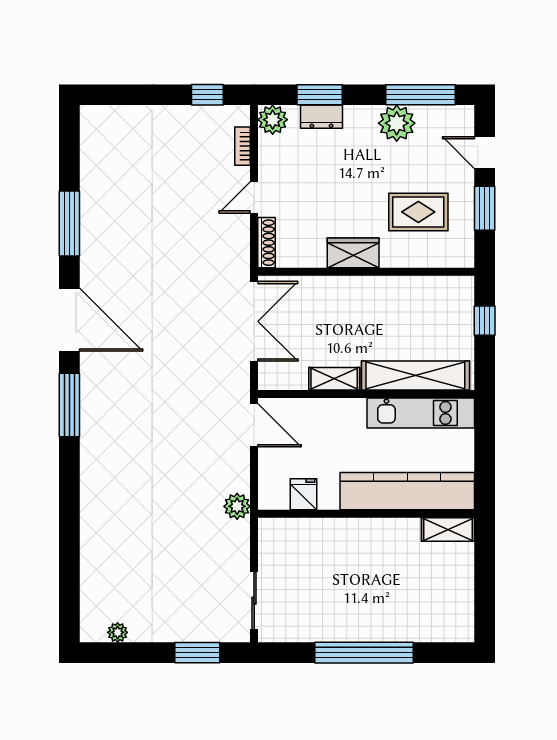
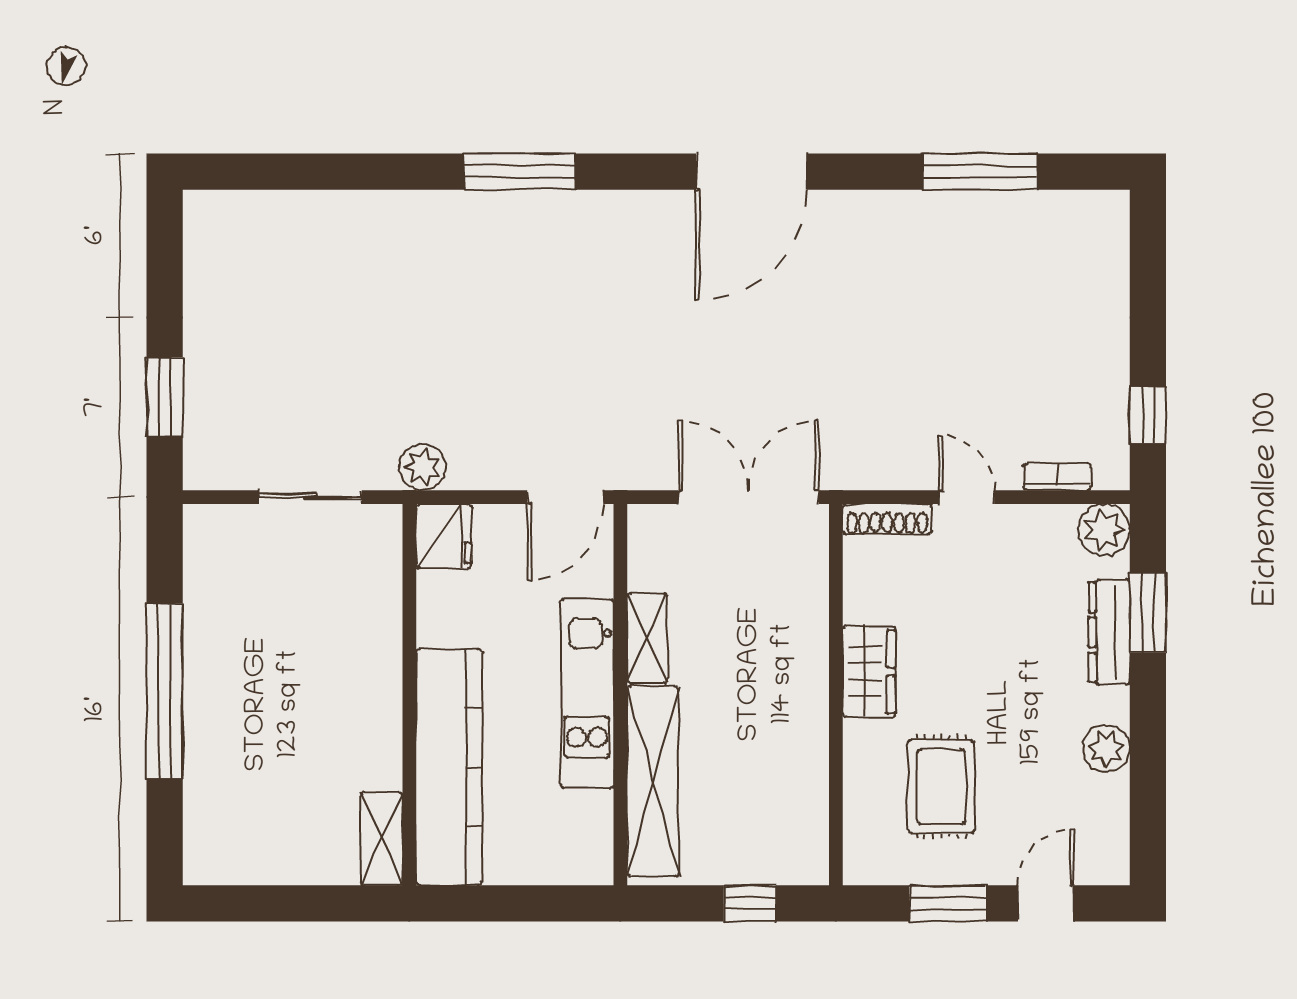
window: (420, 95) -> (1148, 790), removed
dresser: (322, 117) -> (1109, 632), width x1.44
plant: (397, 123) -> (1106, 749), width x0.73, depth x0.73
window: (69, 224) -> (980, 172), moved
double door: (254, 321) -> (749, 497), swing flipped
window: (69, 405) -> (520, 172), moved
kitchen unit: (421, 413) -> (587, 694), moved
fridge: (304, 494) -> (444, 536), moved, width x1.38
sliding door: (254, 601) -> (310, 497), moved
plant: (118, 632) -> (200, 257), removed

